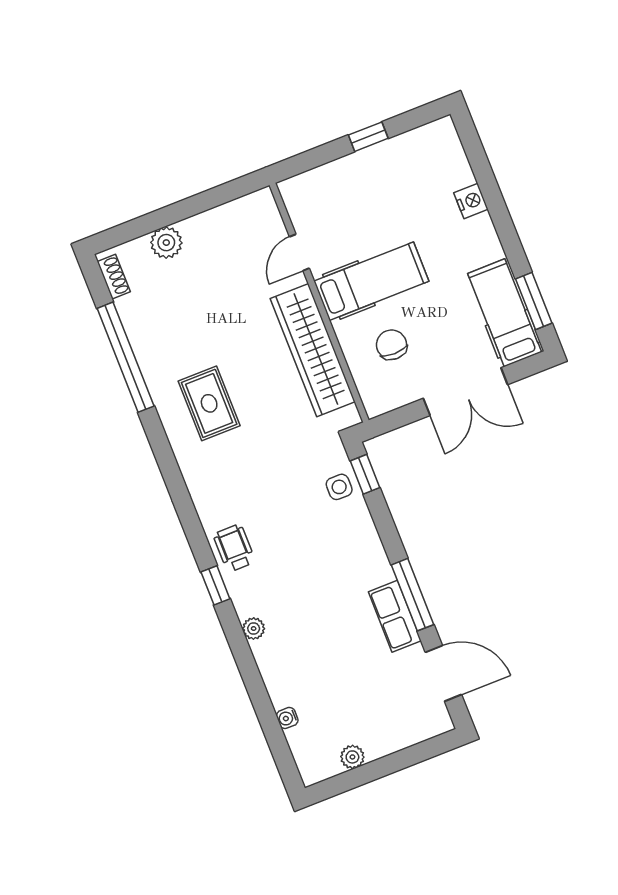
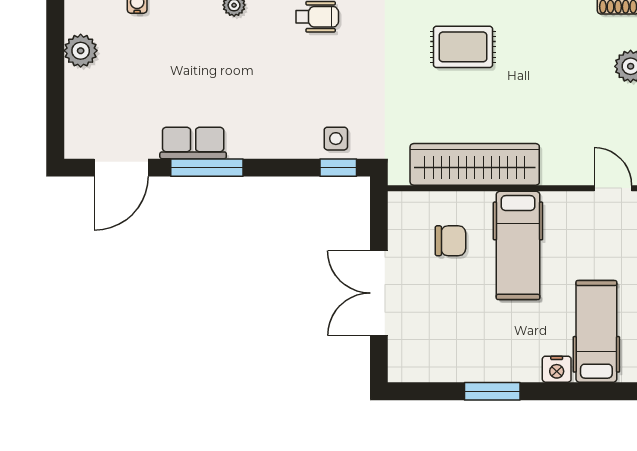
door: (299, 252) -> (613, 188), moved
window: (534, 301) -> (492, 391), moved
hospital bed: (505, 313) -> (596, 331), moved, turned -90
plant: (352, 757) -> (81, 51), width x1.38, depth x1.38

